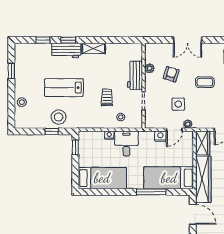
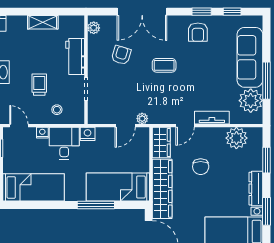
double door: (188, 40) -> (142, 12), width x1.37
shelving: (93, 48) -> (43, 22), moved
plant: (150, 68) -> (94, 28), moved
side table: (178, 104) -> (130, 93), removed
door: (91, 130) -> (19, 126), added
nightstand: (160, 136) -> (88, 134), moved

